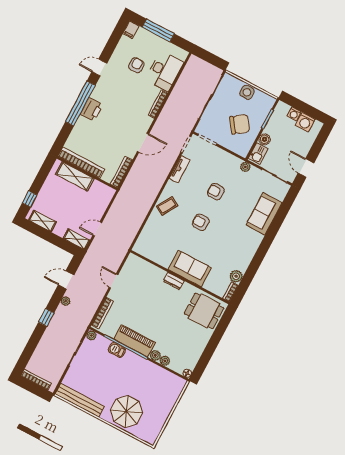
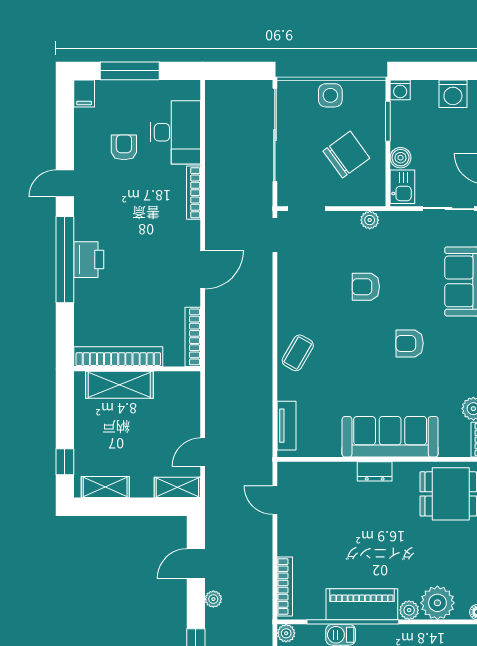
washing machine: (294, 114) -> (400, 90), moved
plant: (245, 167) -> (370, 220), moved
tv unit: (180, 169) -> (287, 426), moved
armchair: (201, 222) -> (410, 343), moved
sofa: (190, 269) -> (390, 437), width x1.36
door: (113, 281) -> (275, 500), moved
plant: (165, 361) -> (437, 603), width x1.88, depth x1.88

